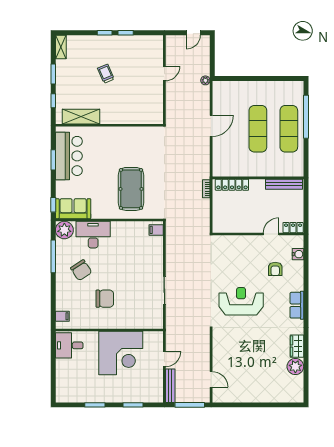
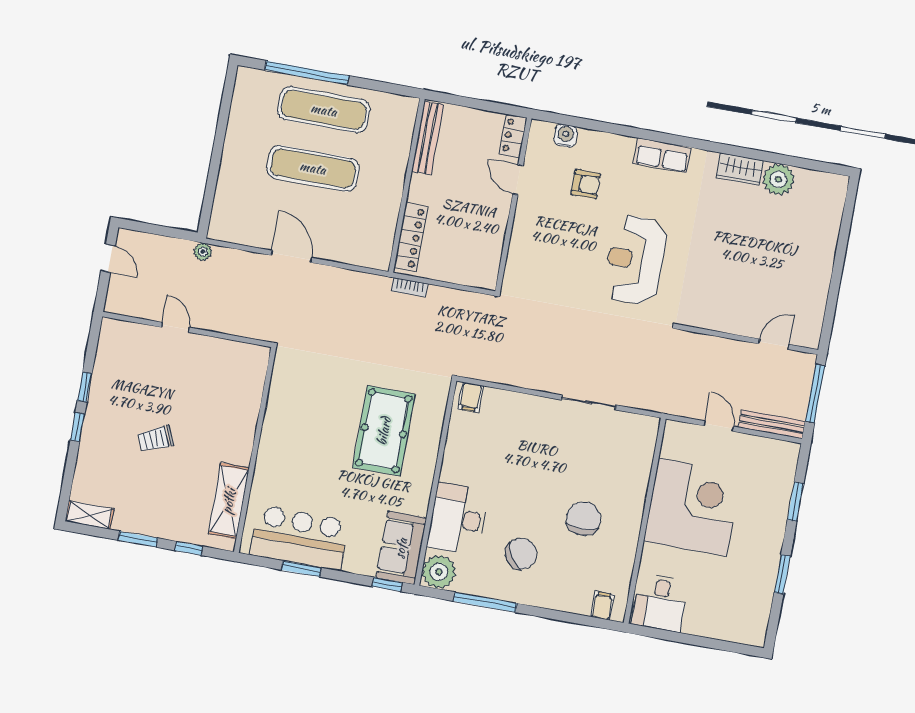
pool table: (131, 189) -> (384, 431), turned 90

